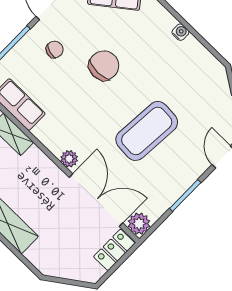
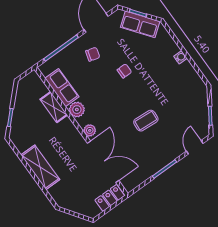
chair: (104, 66) -> (124, 71), width x0.54, depth x0.54
coffee table: (147, 131) -> (146, 121), width x0.54, depth x0.58
plant: (139, 224) -> (77, 110), moved

